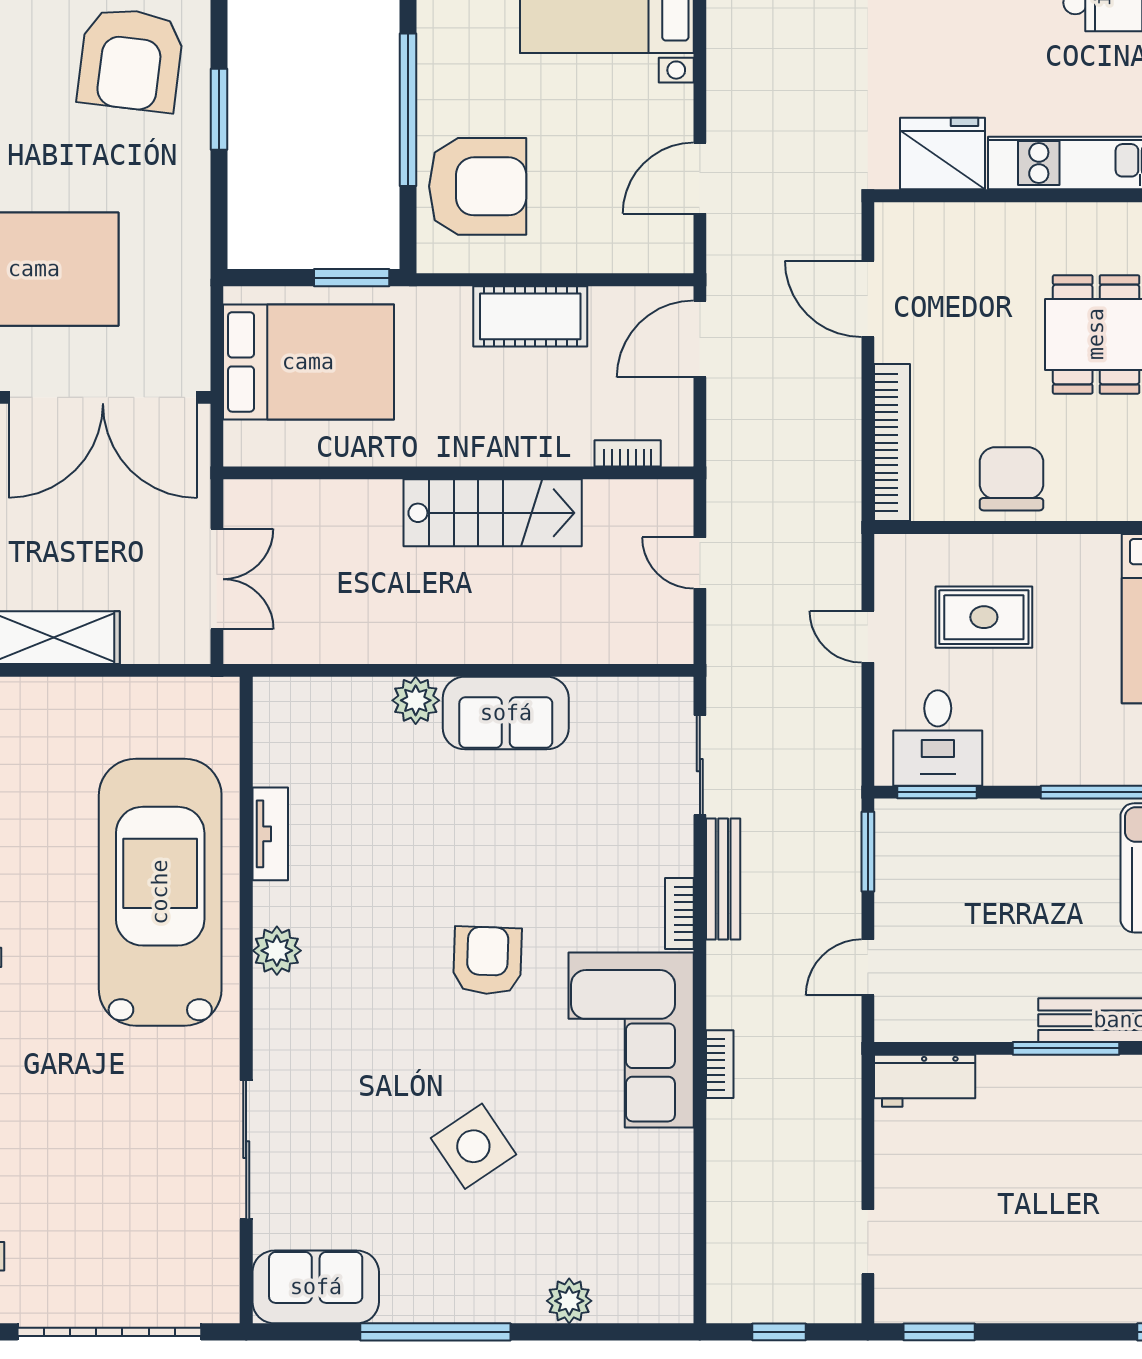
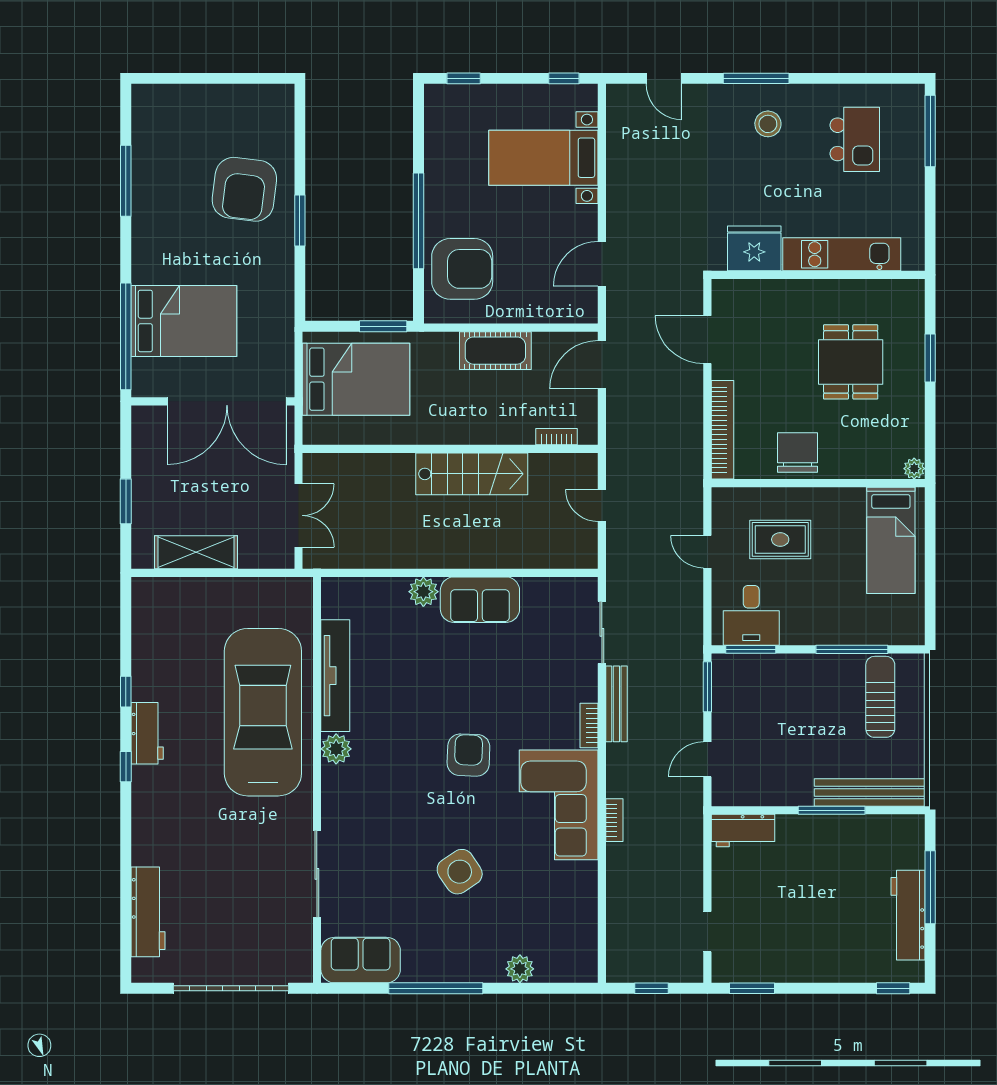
tv unit: (270, 834) -> (335, 676), width x1.92, depth x1.29

